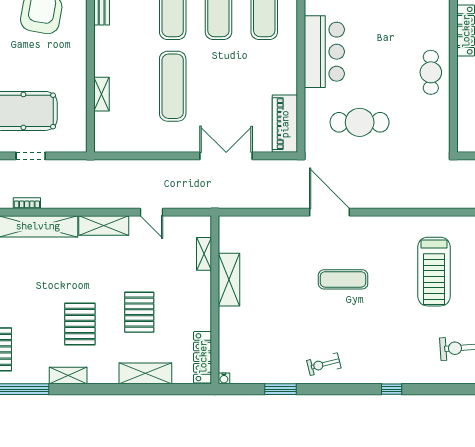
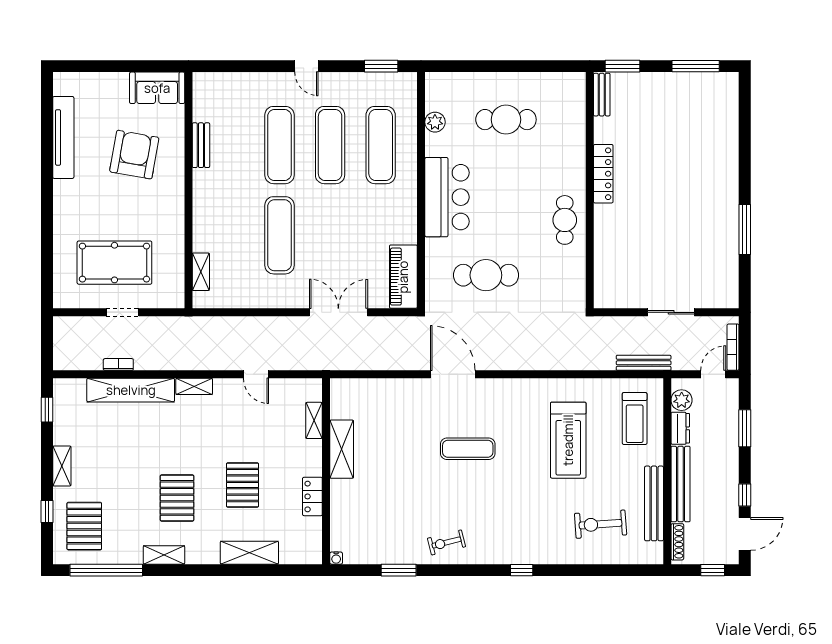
shelving: (102, 94) -> (201, 272), moved
shelving: (104, 225) -> (194, 386), width x0.67, depth x0.75
locker: (203, 357) -> (312, 496), moved, width x0.66

